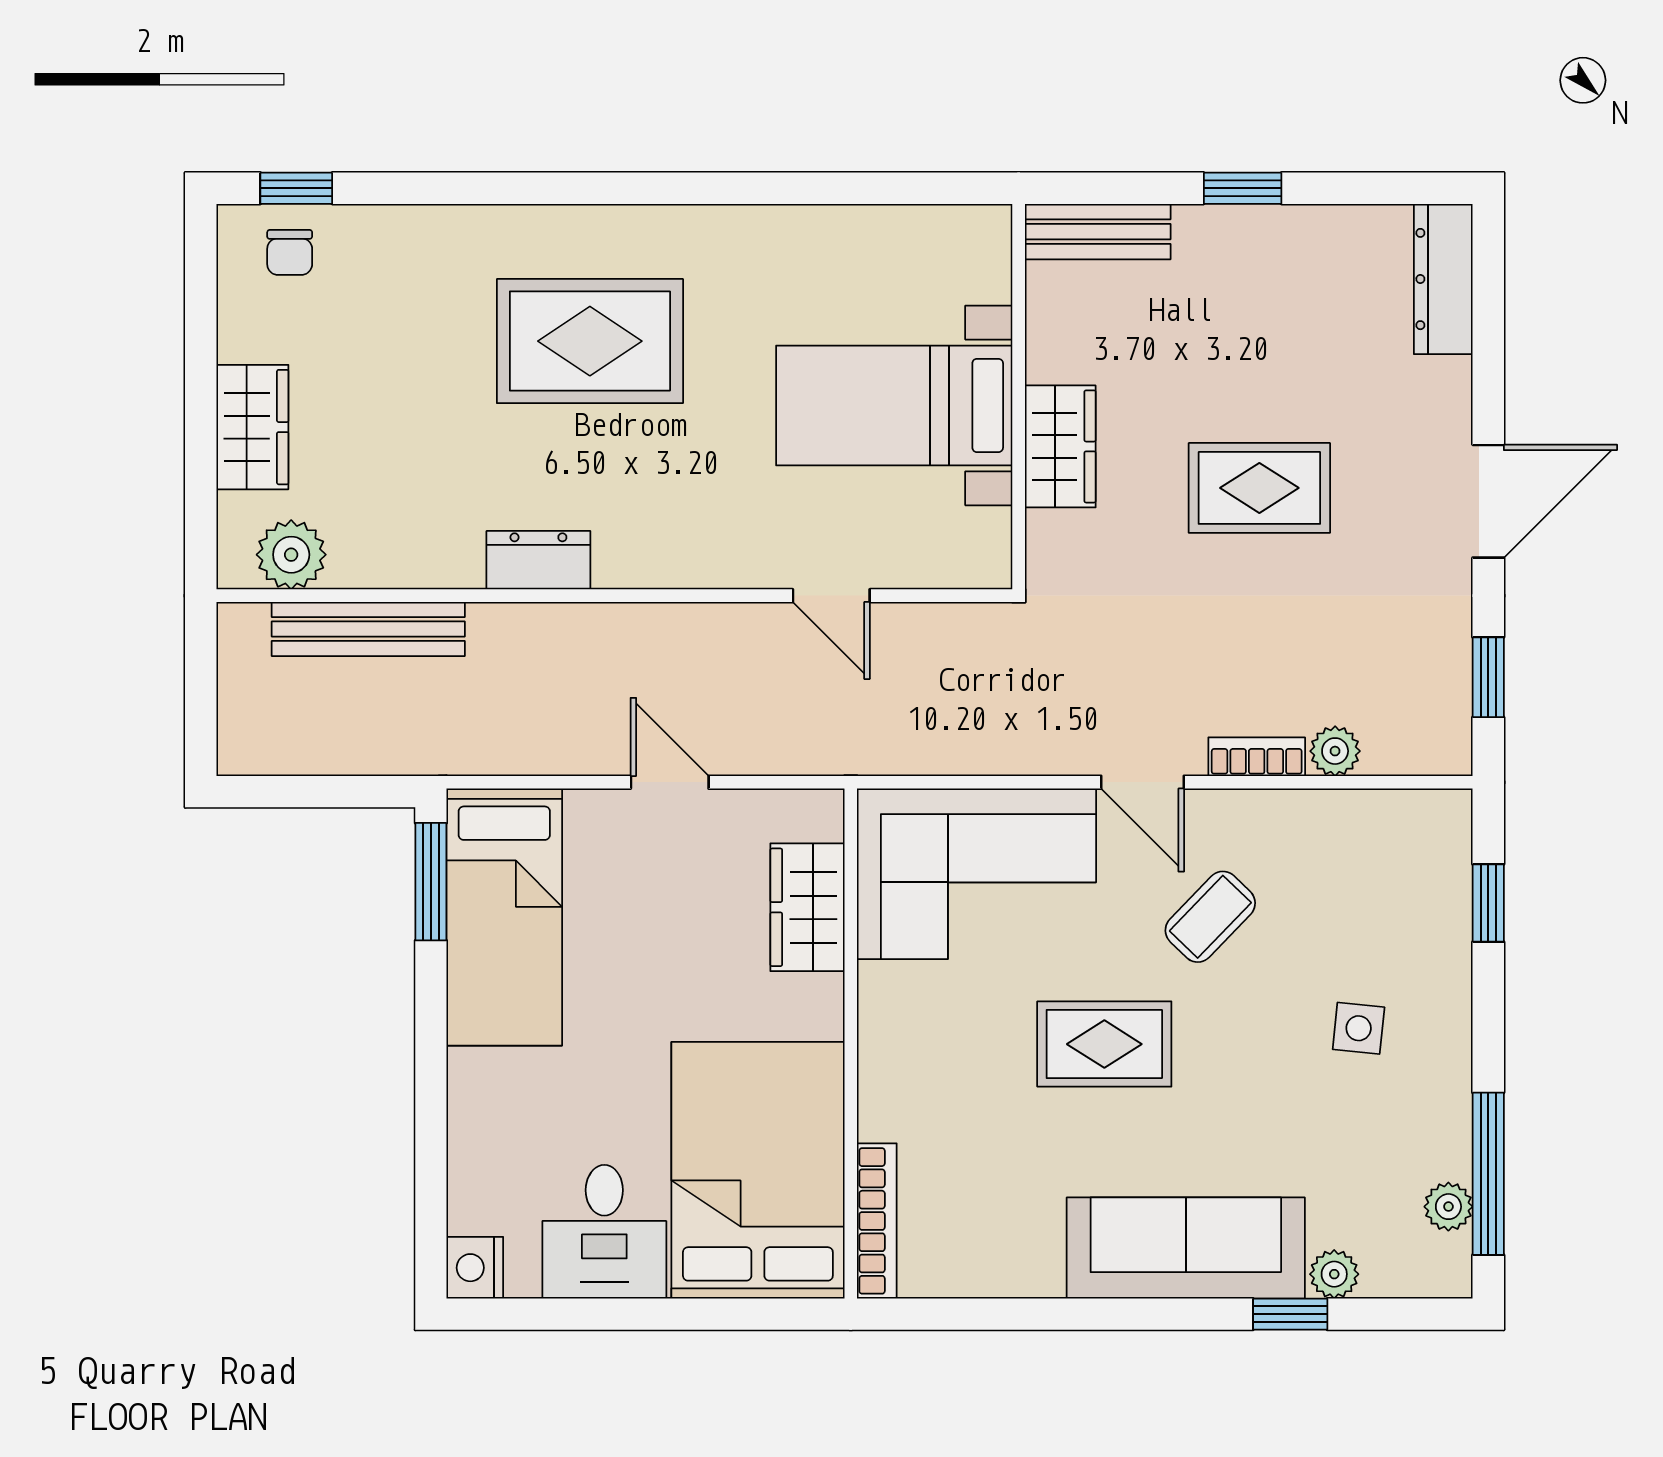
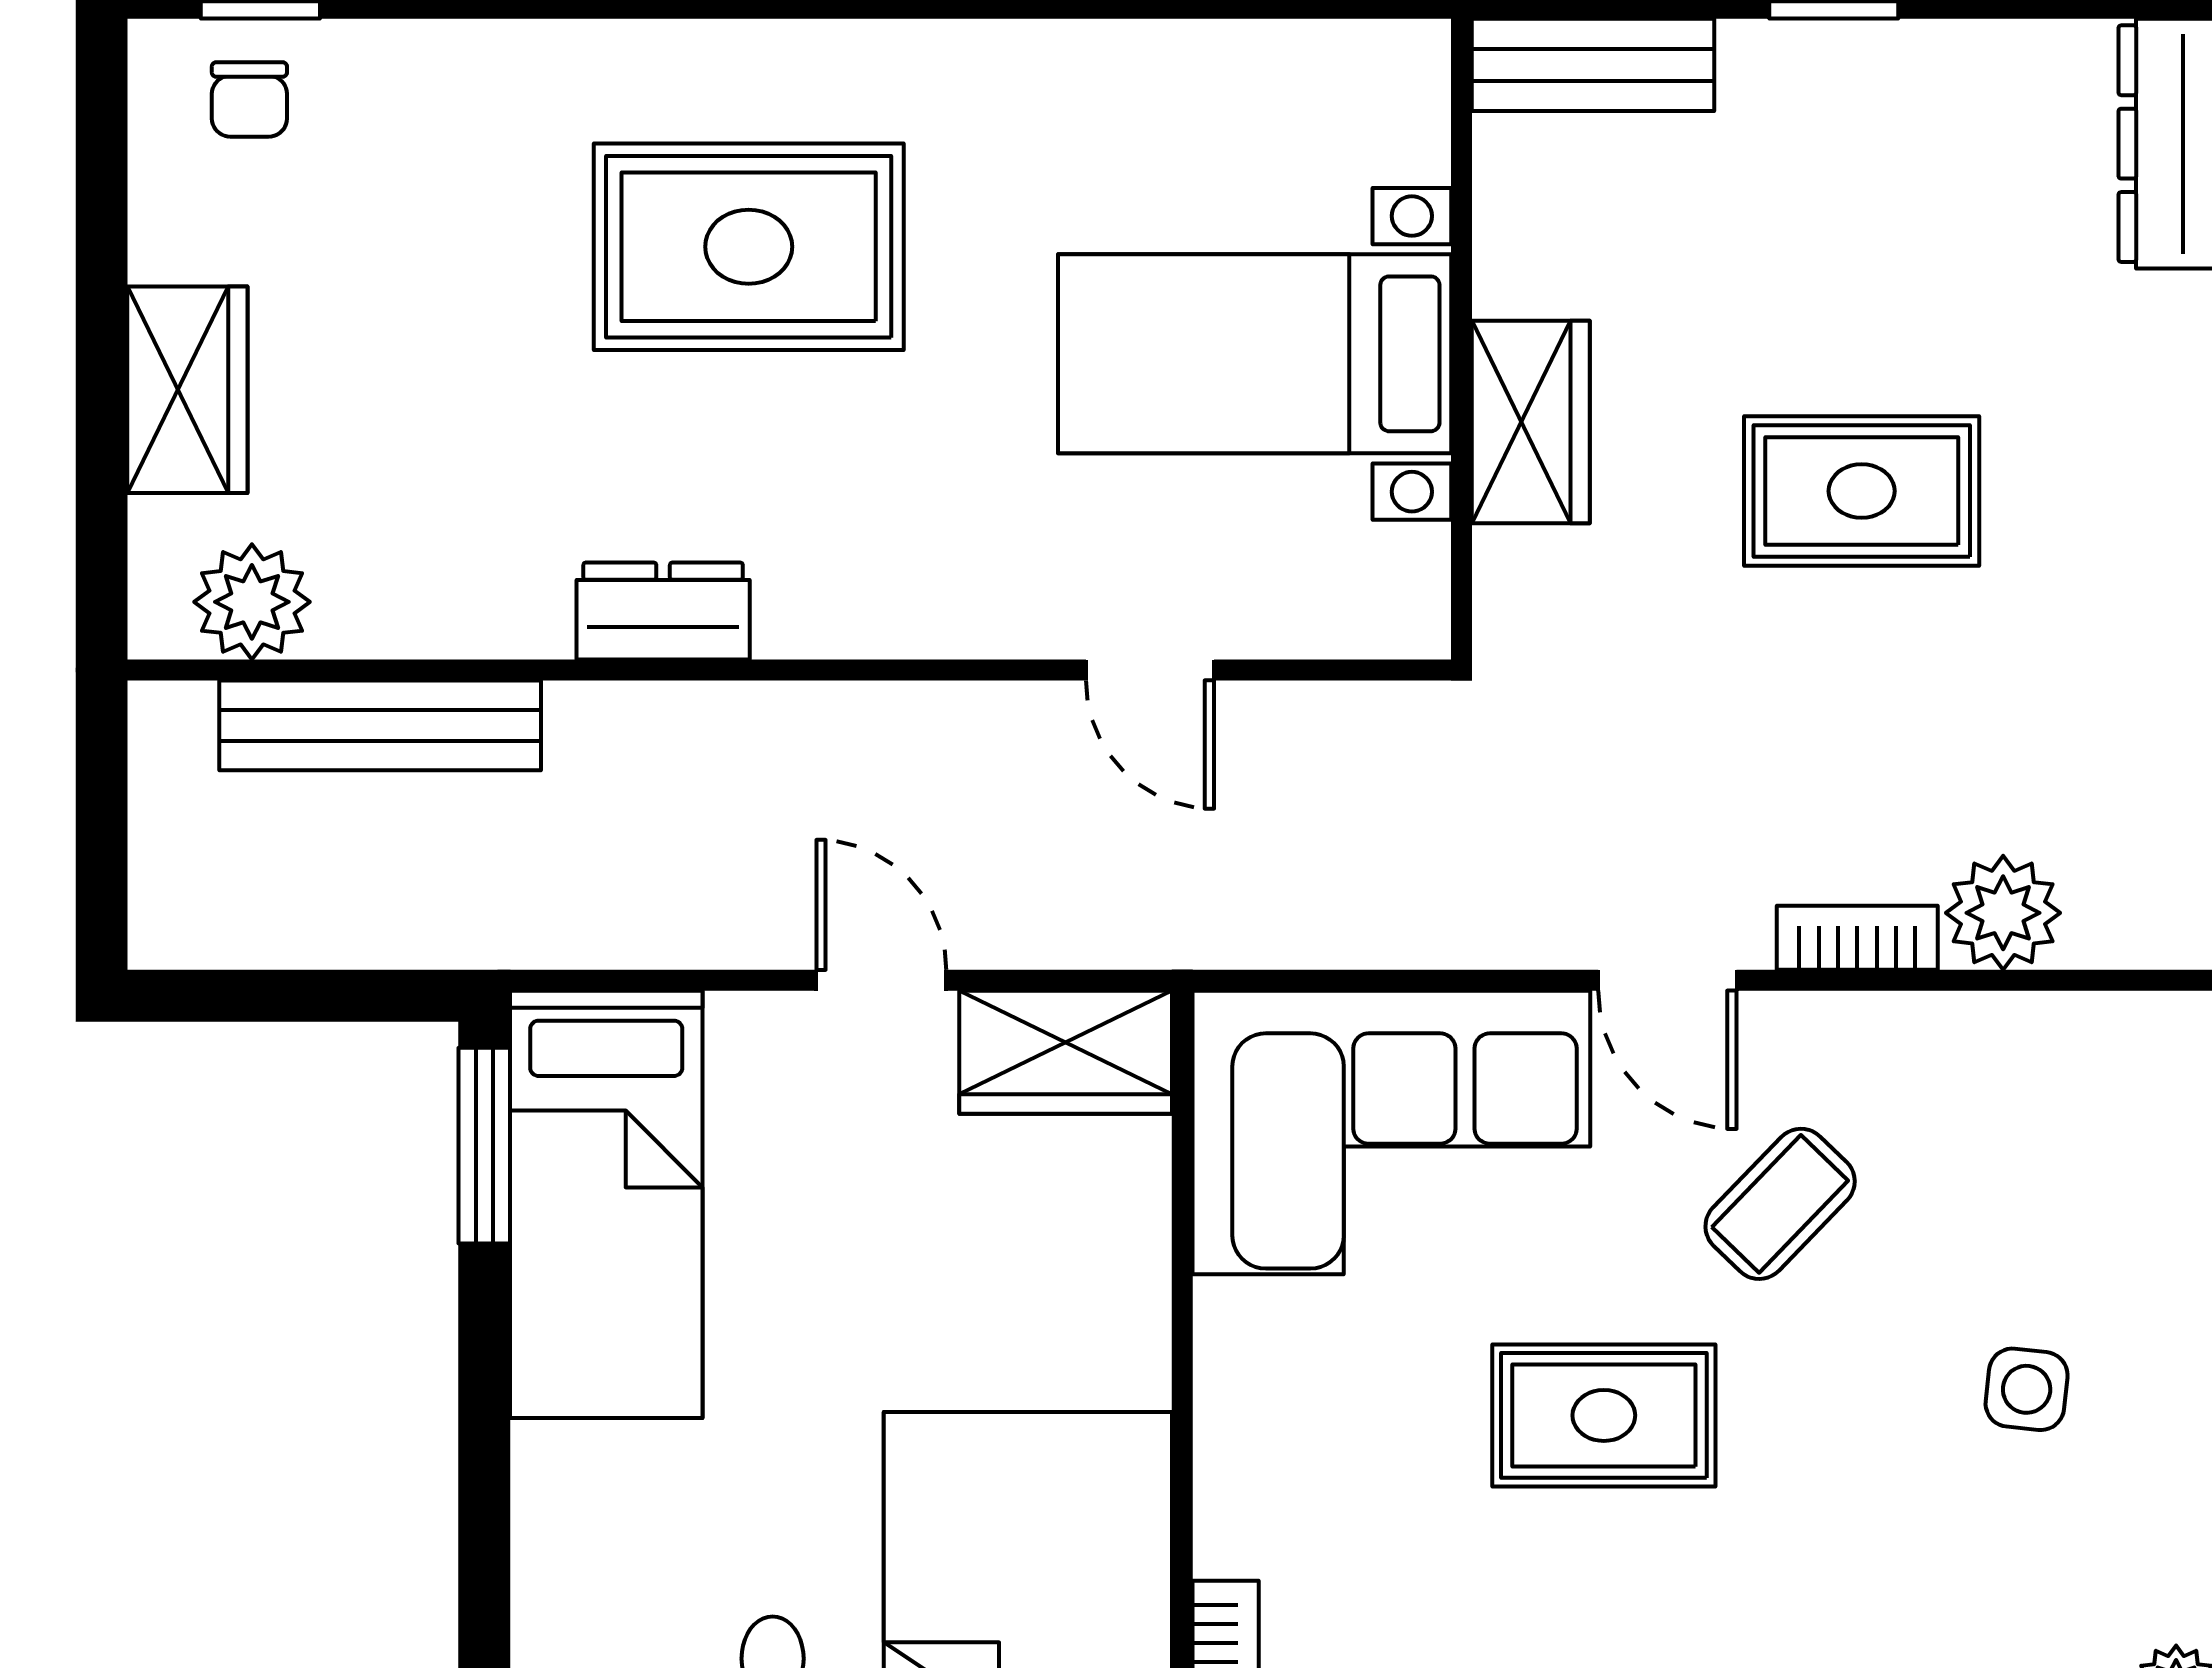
plant: (1335, 751) -> (2003, 913), width x1.38, depth x1.38
wardrobe: (807, 907) -> (1066, 1052), moved, turned -90

